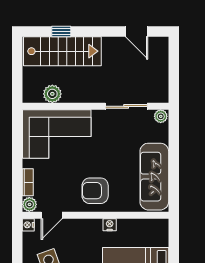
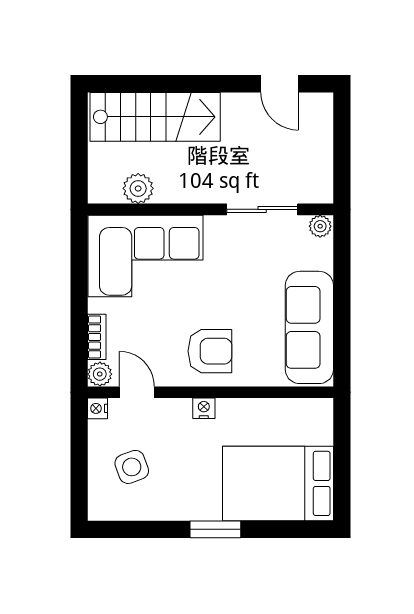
window: (61, 31) -> (153, 84), removed
armchair: (95, 191) -> (210, 351), turned 180
door: (52, 215) -> (137, 392), swing flipped
nightstand: (110, 225) -> (204, 408), moved

